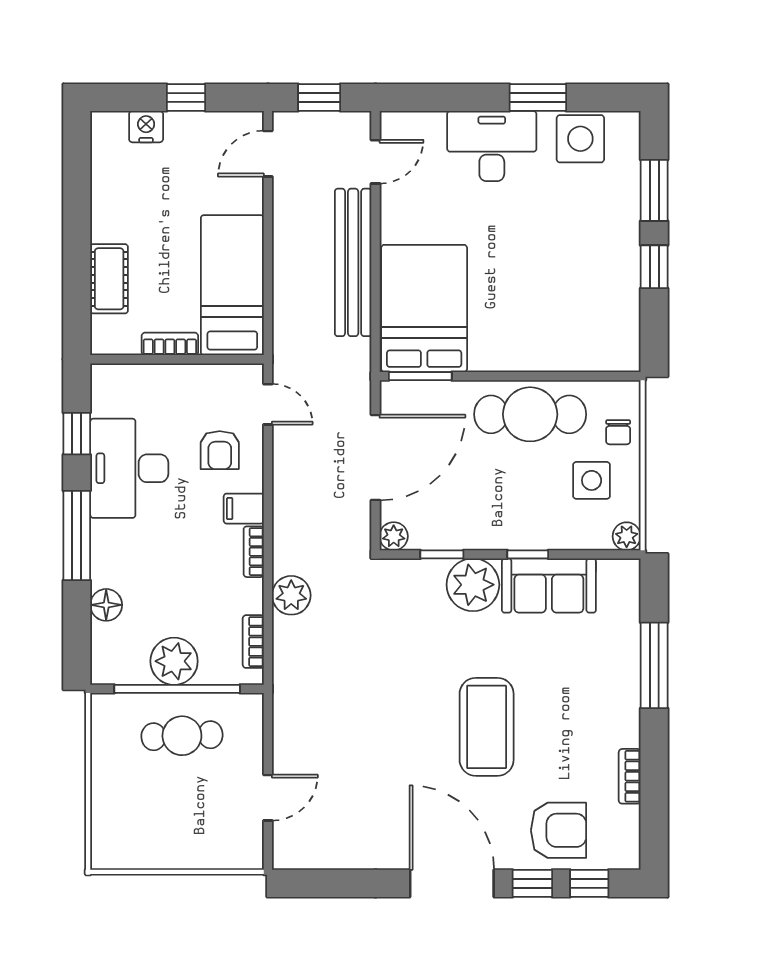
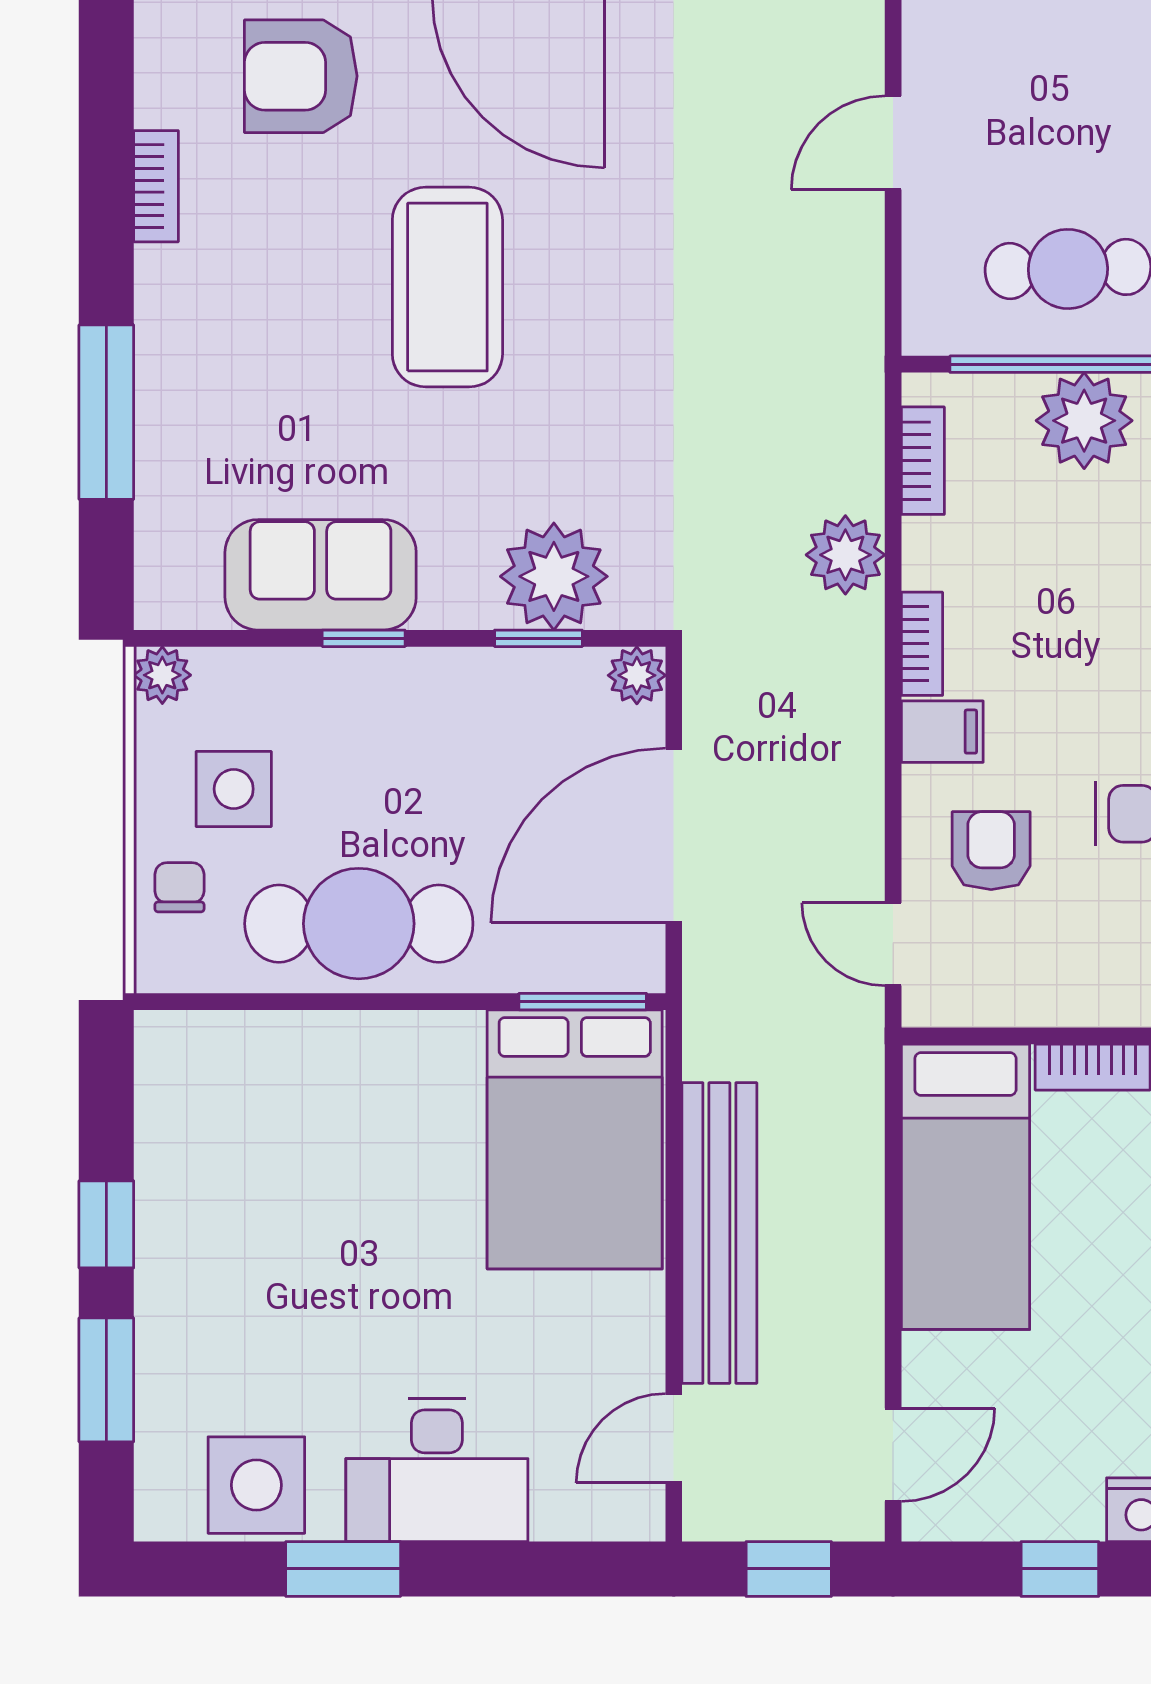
plant: (473, 585) -> (554, 576), moved

